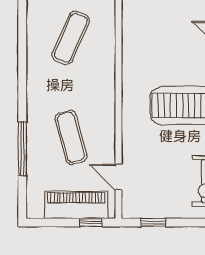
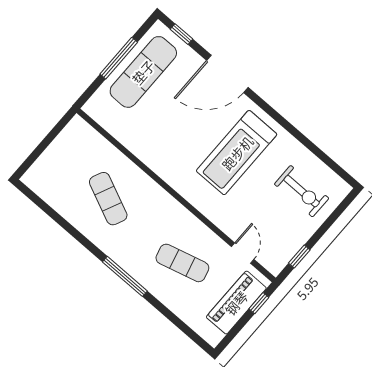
window: (22, 149) -> (125, 276), moved
door: (118, 177) -> (243, 253), swing flipped

